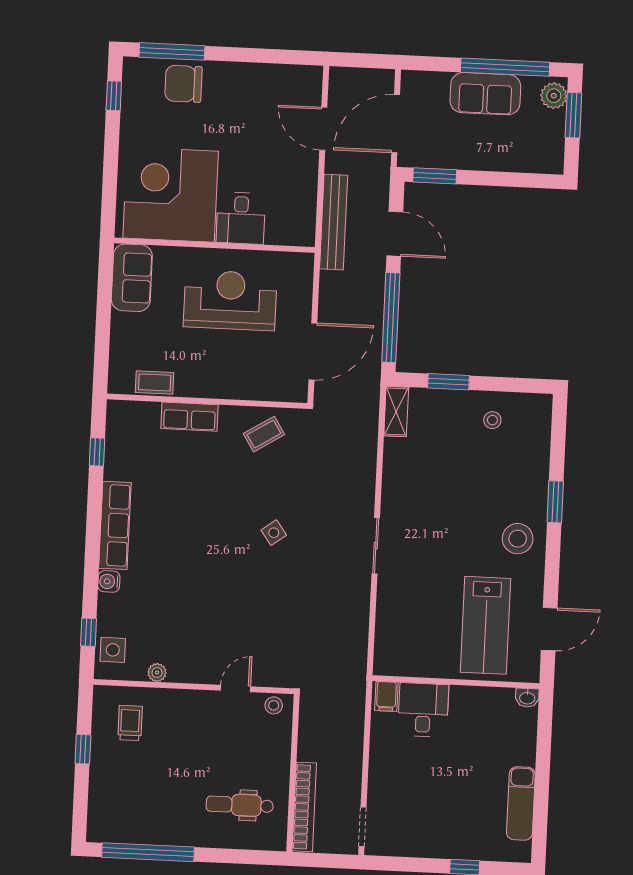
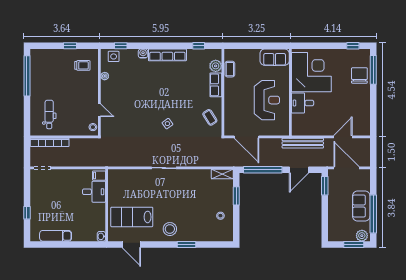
plant: (146, 415) -> (216, 66), added

